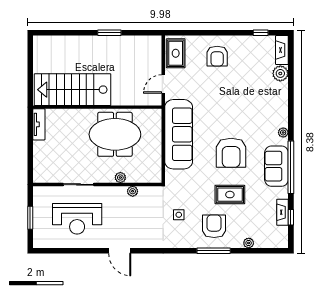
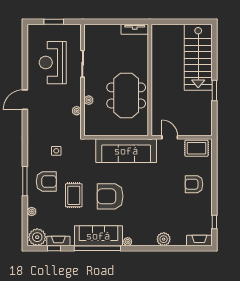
plant: (280, 73) -> (164, 239), moved
stairs: (73, 90) -> (198, 57), moved, turned 180
sofa: (276, 166) -> (98, 236), width x1.36
plant: (278, 237) -> (37, 237), added

